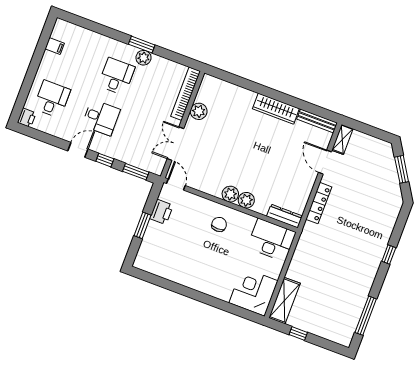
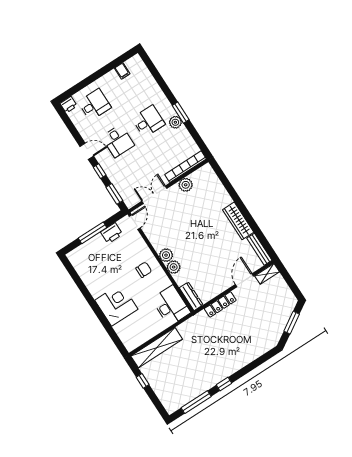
window: (142, 225) -> (92, 233), width x1.44
window: (389, 254) -> (224, 384), moved
corner desk: (253, 292) -> (116, 305), moved
shelving: (284, 301) -> (157, 348), width x1.47

